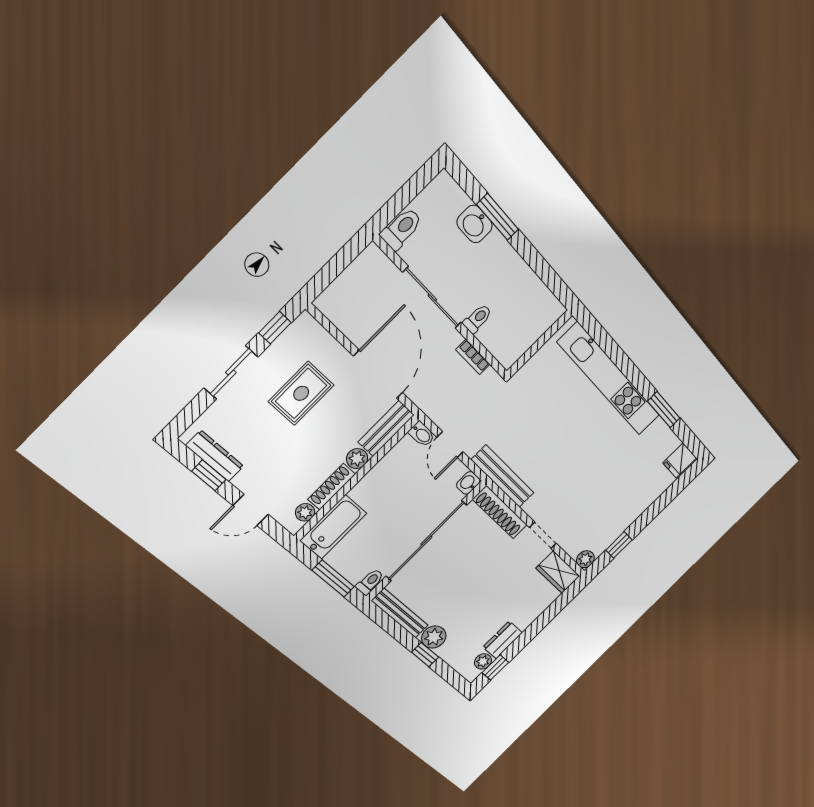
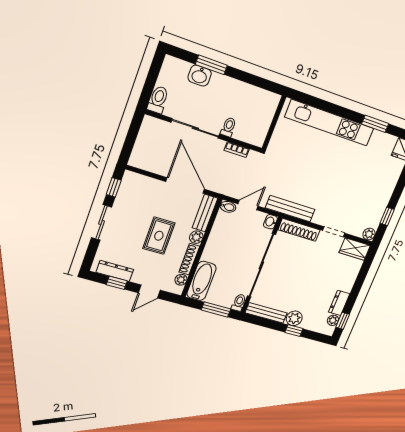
rug: (301, 393) -> (159, 236), moved
door: (450, 445) -> (248, 205), swing flipped

